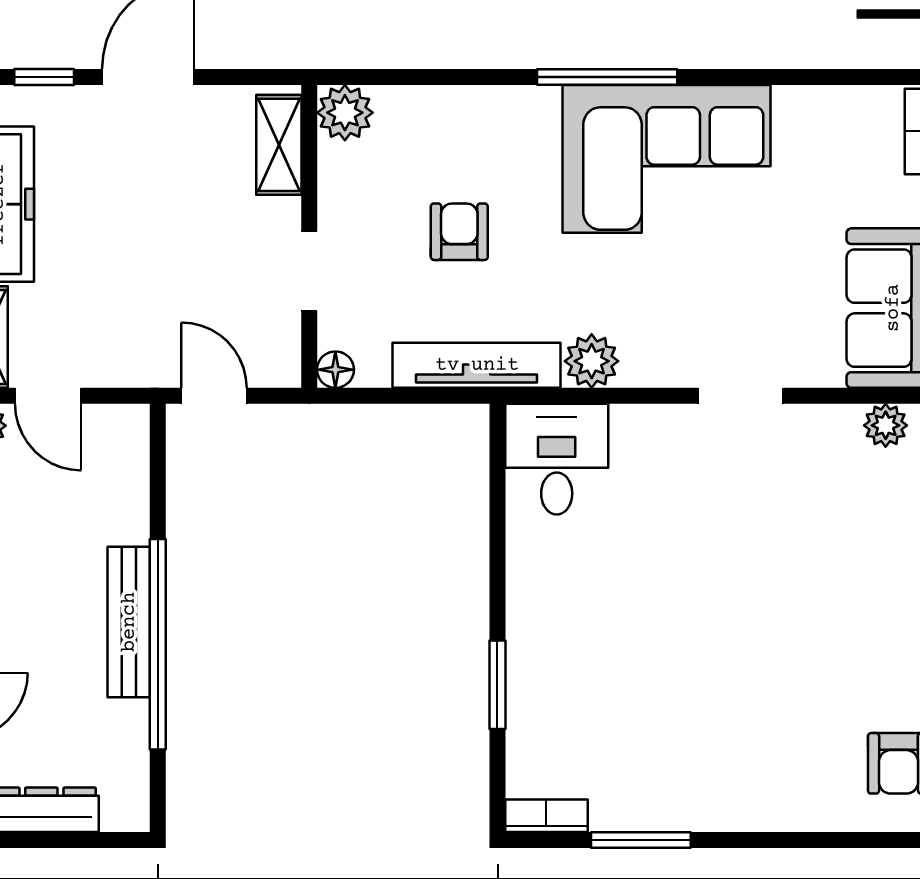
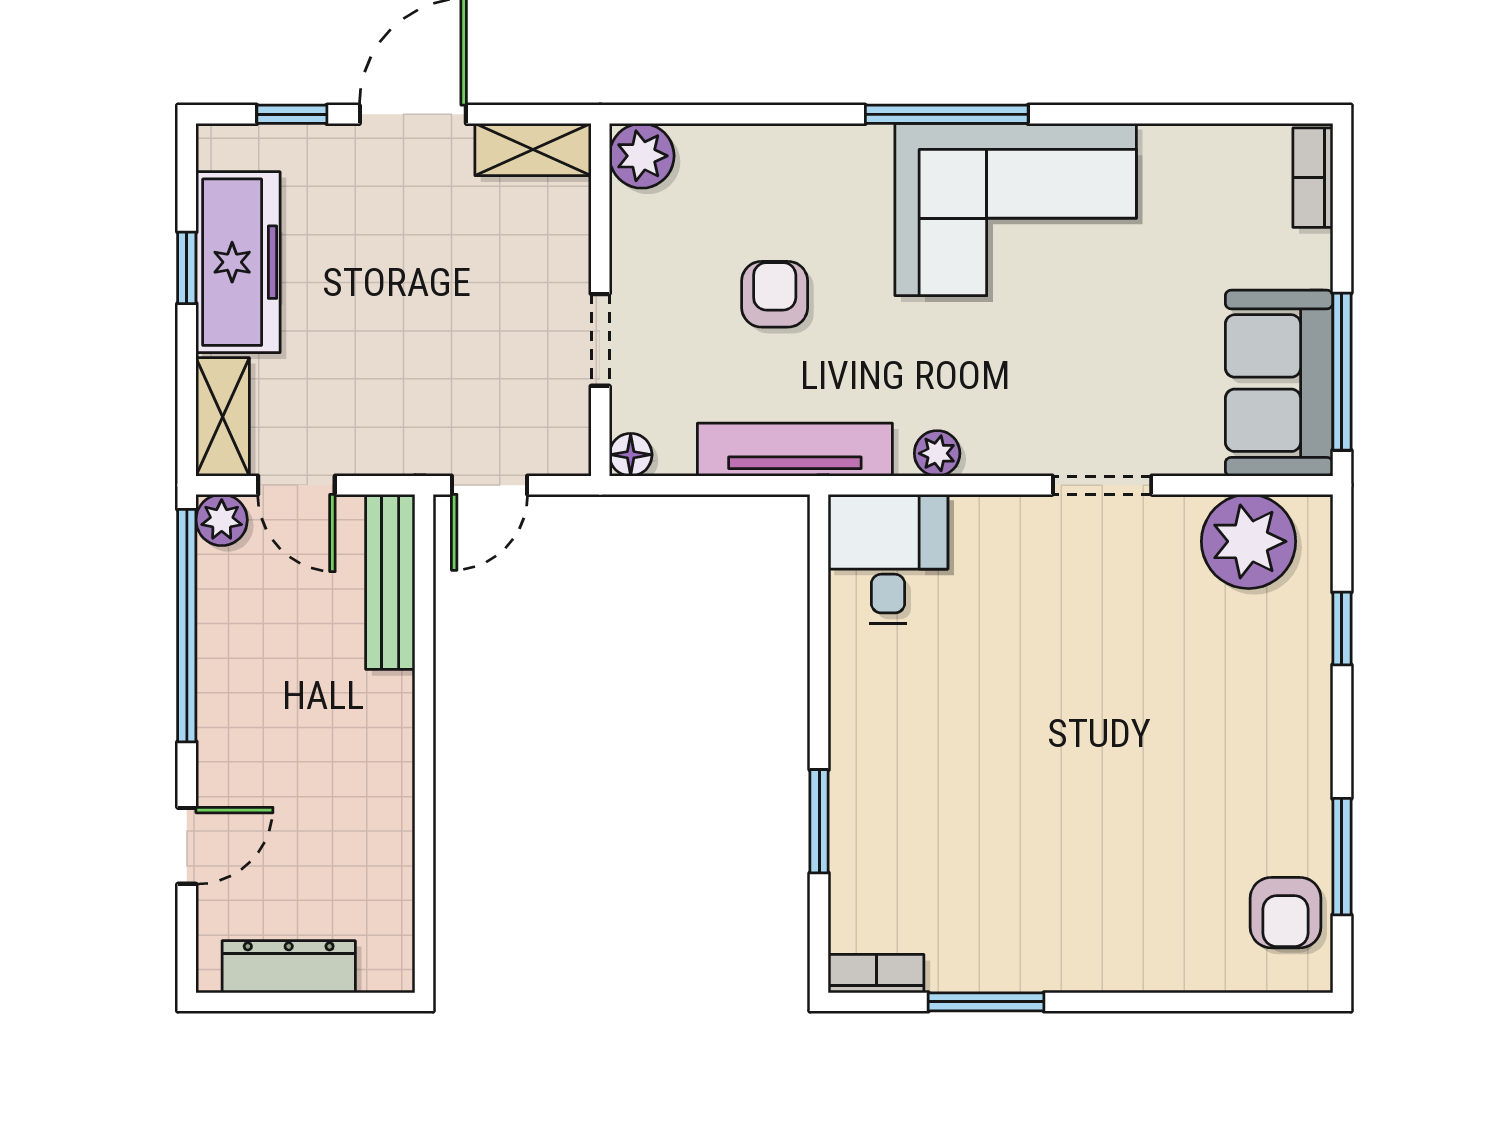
shelving: (279, 145) -> (533, 150), moved, turned 90
plant: (592, 361) -> (937, 453), width x0.73, depth x0.73
door: (214, 396) -> (490, 485), swing flipped
plant: (886, 425) -> (1249, 541), width x1.88, depth x1.88
bench: (129, 622) -> (390, 582), moved
window: (158, 644) -> (424, 774), removed

